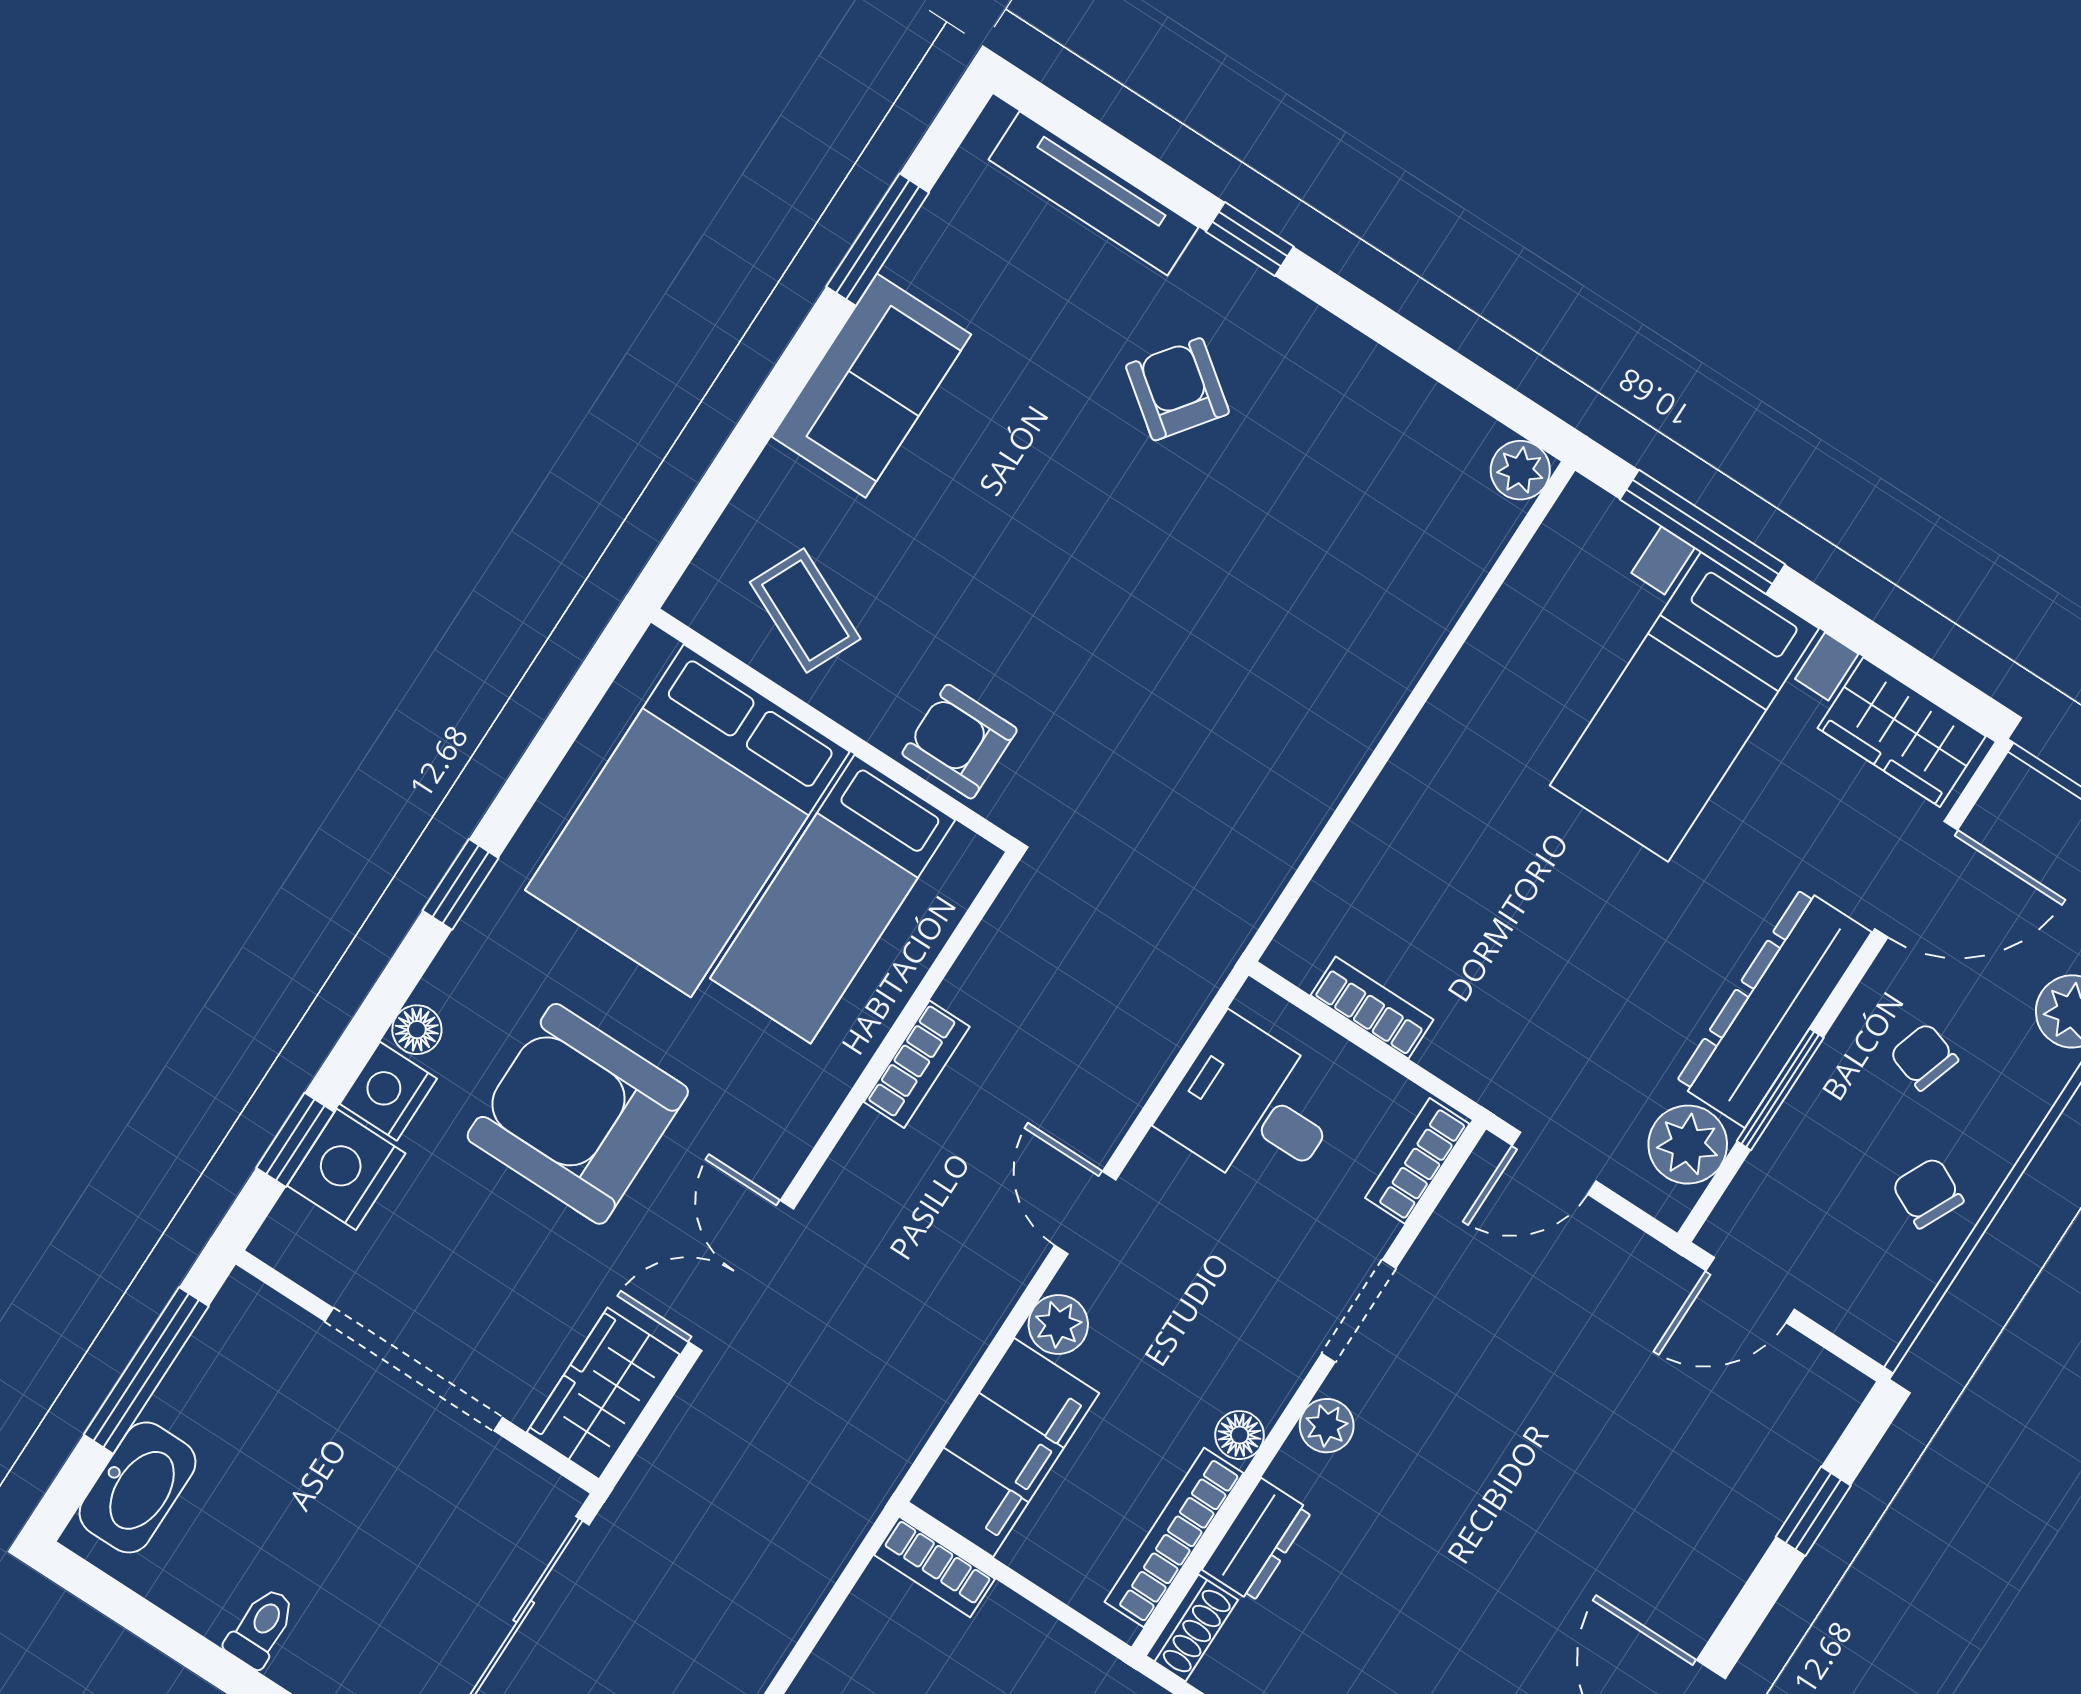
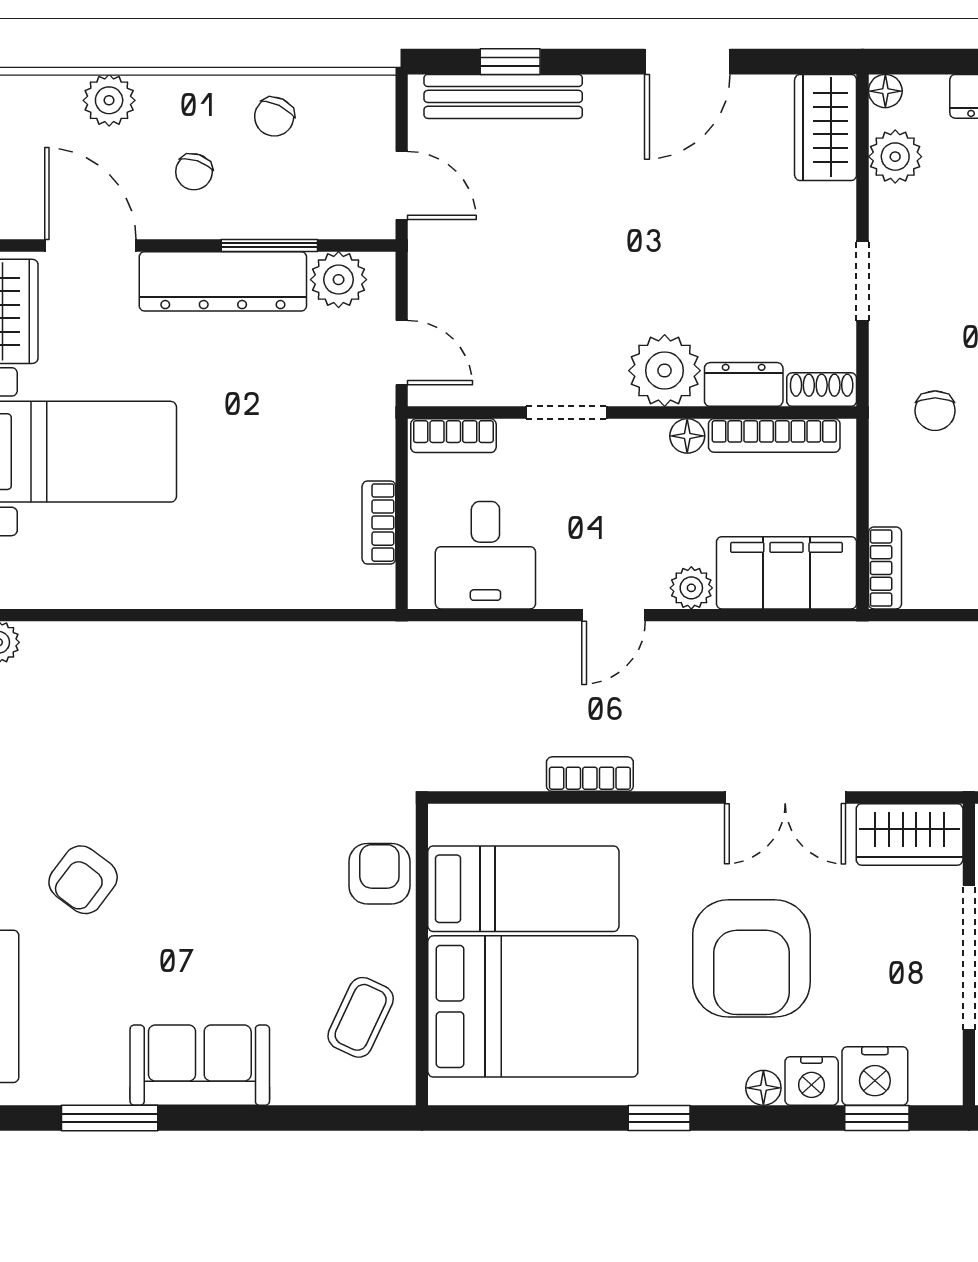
armchair: (960, 742) -> (379, 874), turned 180
plant: (1327, 1426) -> (665, 371), width x1.87, depth x1.87
bench: (1778, 1477) -> (503, 96), added

